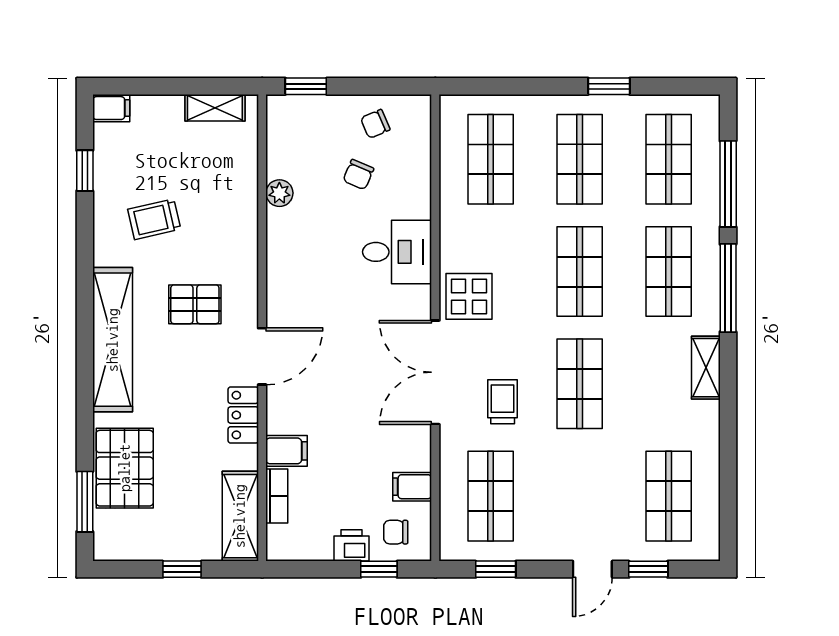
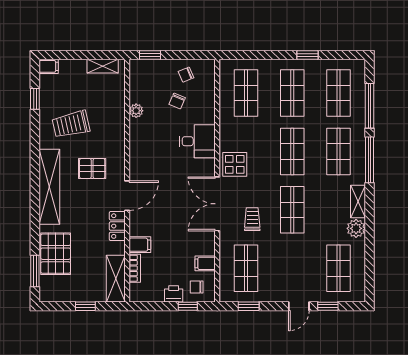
trolley: (154, 219) -> (71, 124), width x1.36, depth x1.39
plant: (702, 420) -> (356, 228), added

